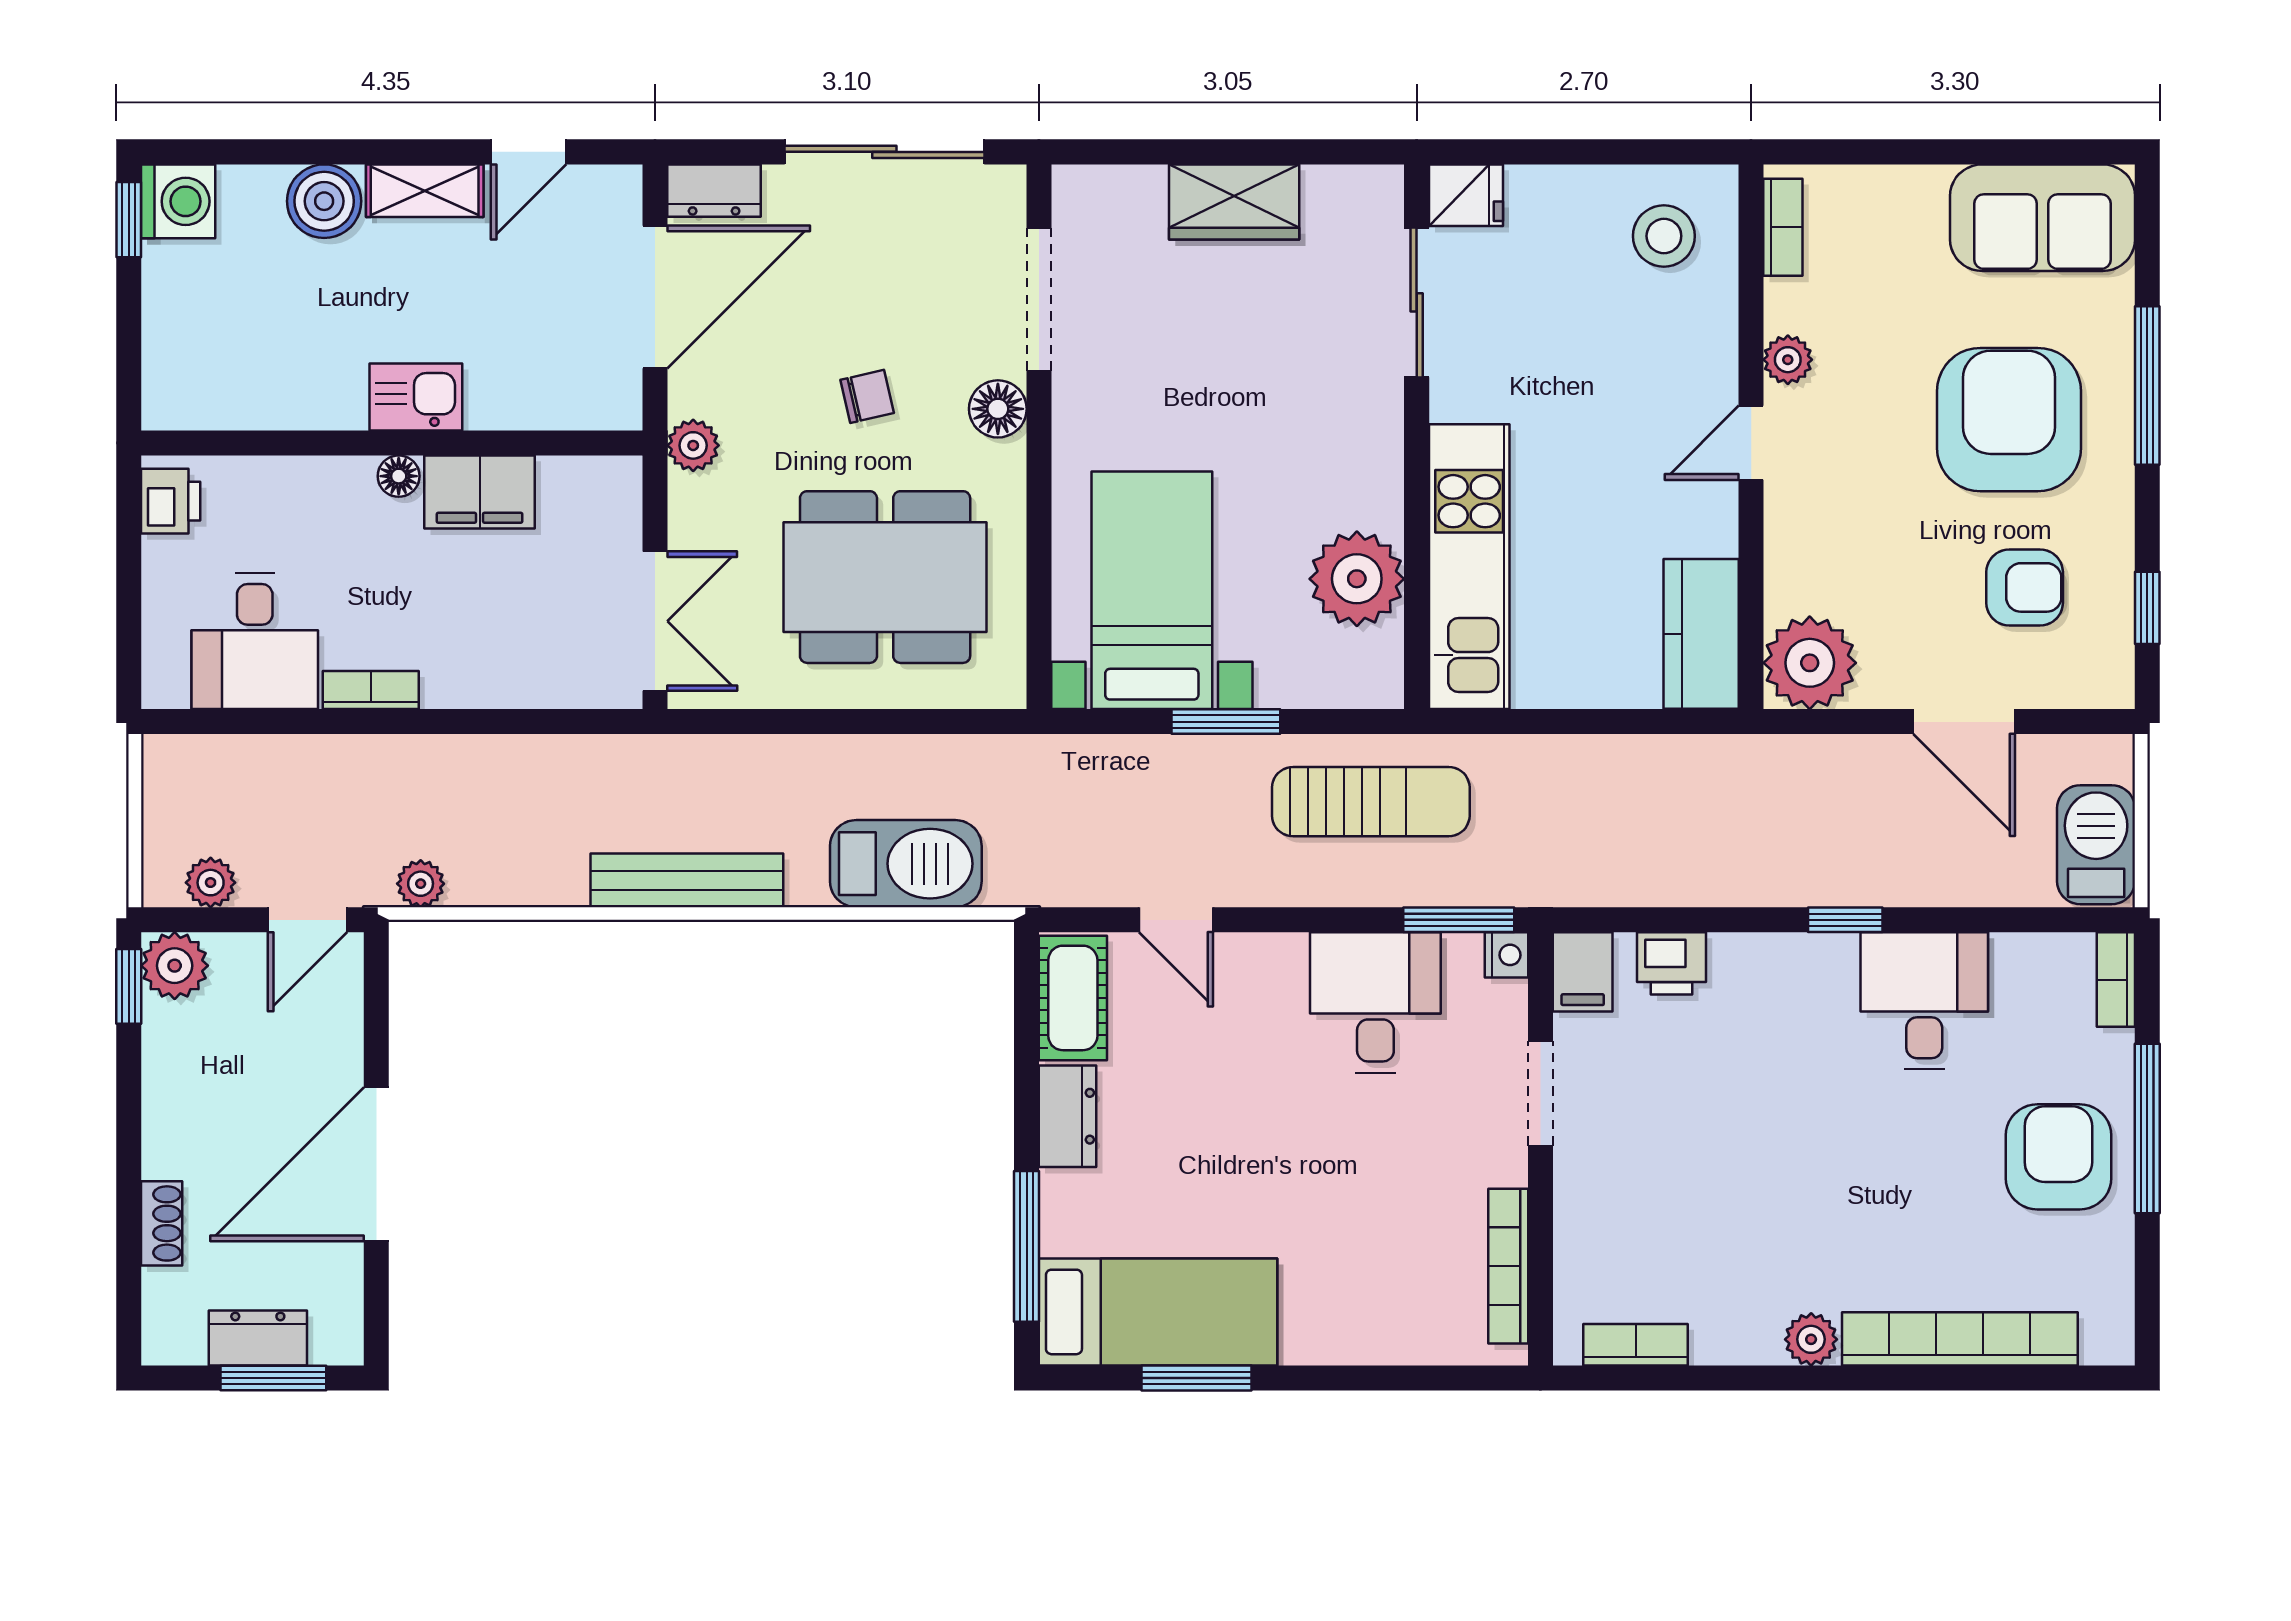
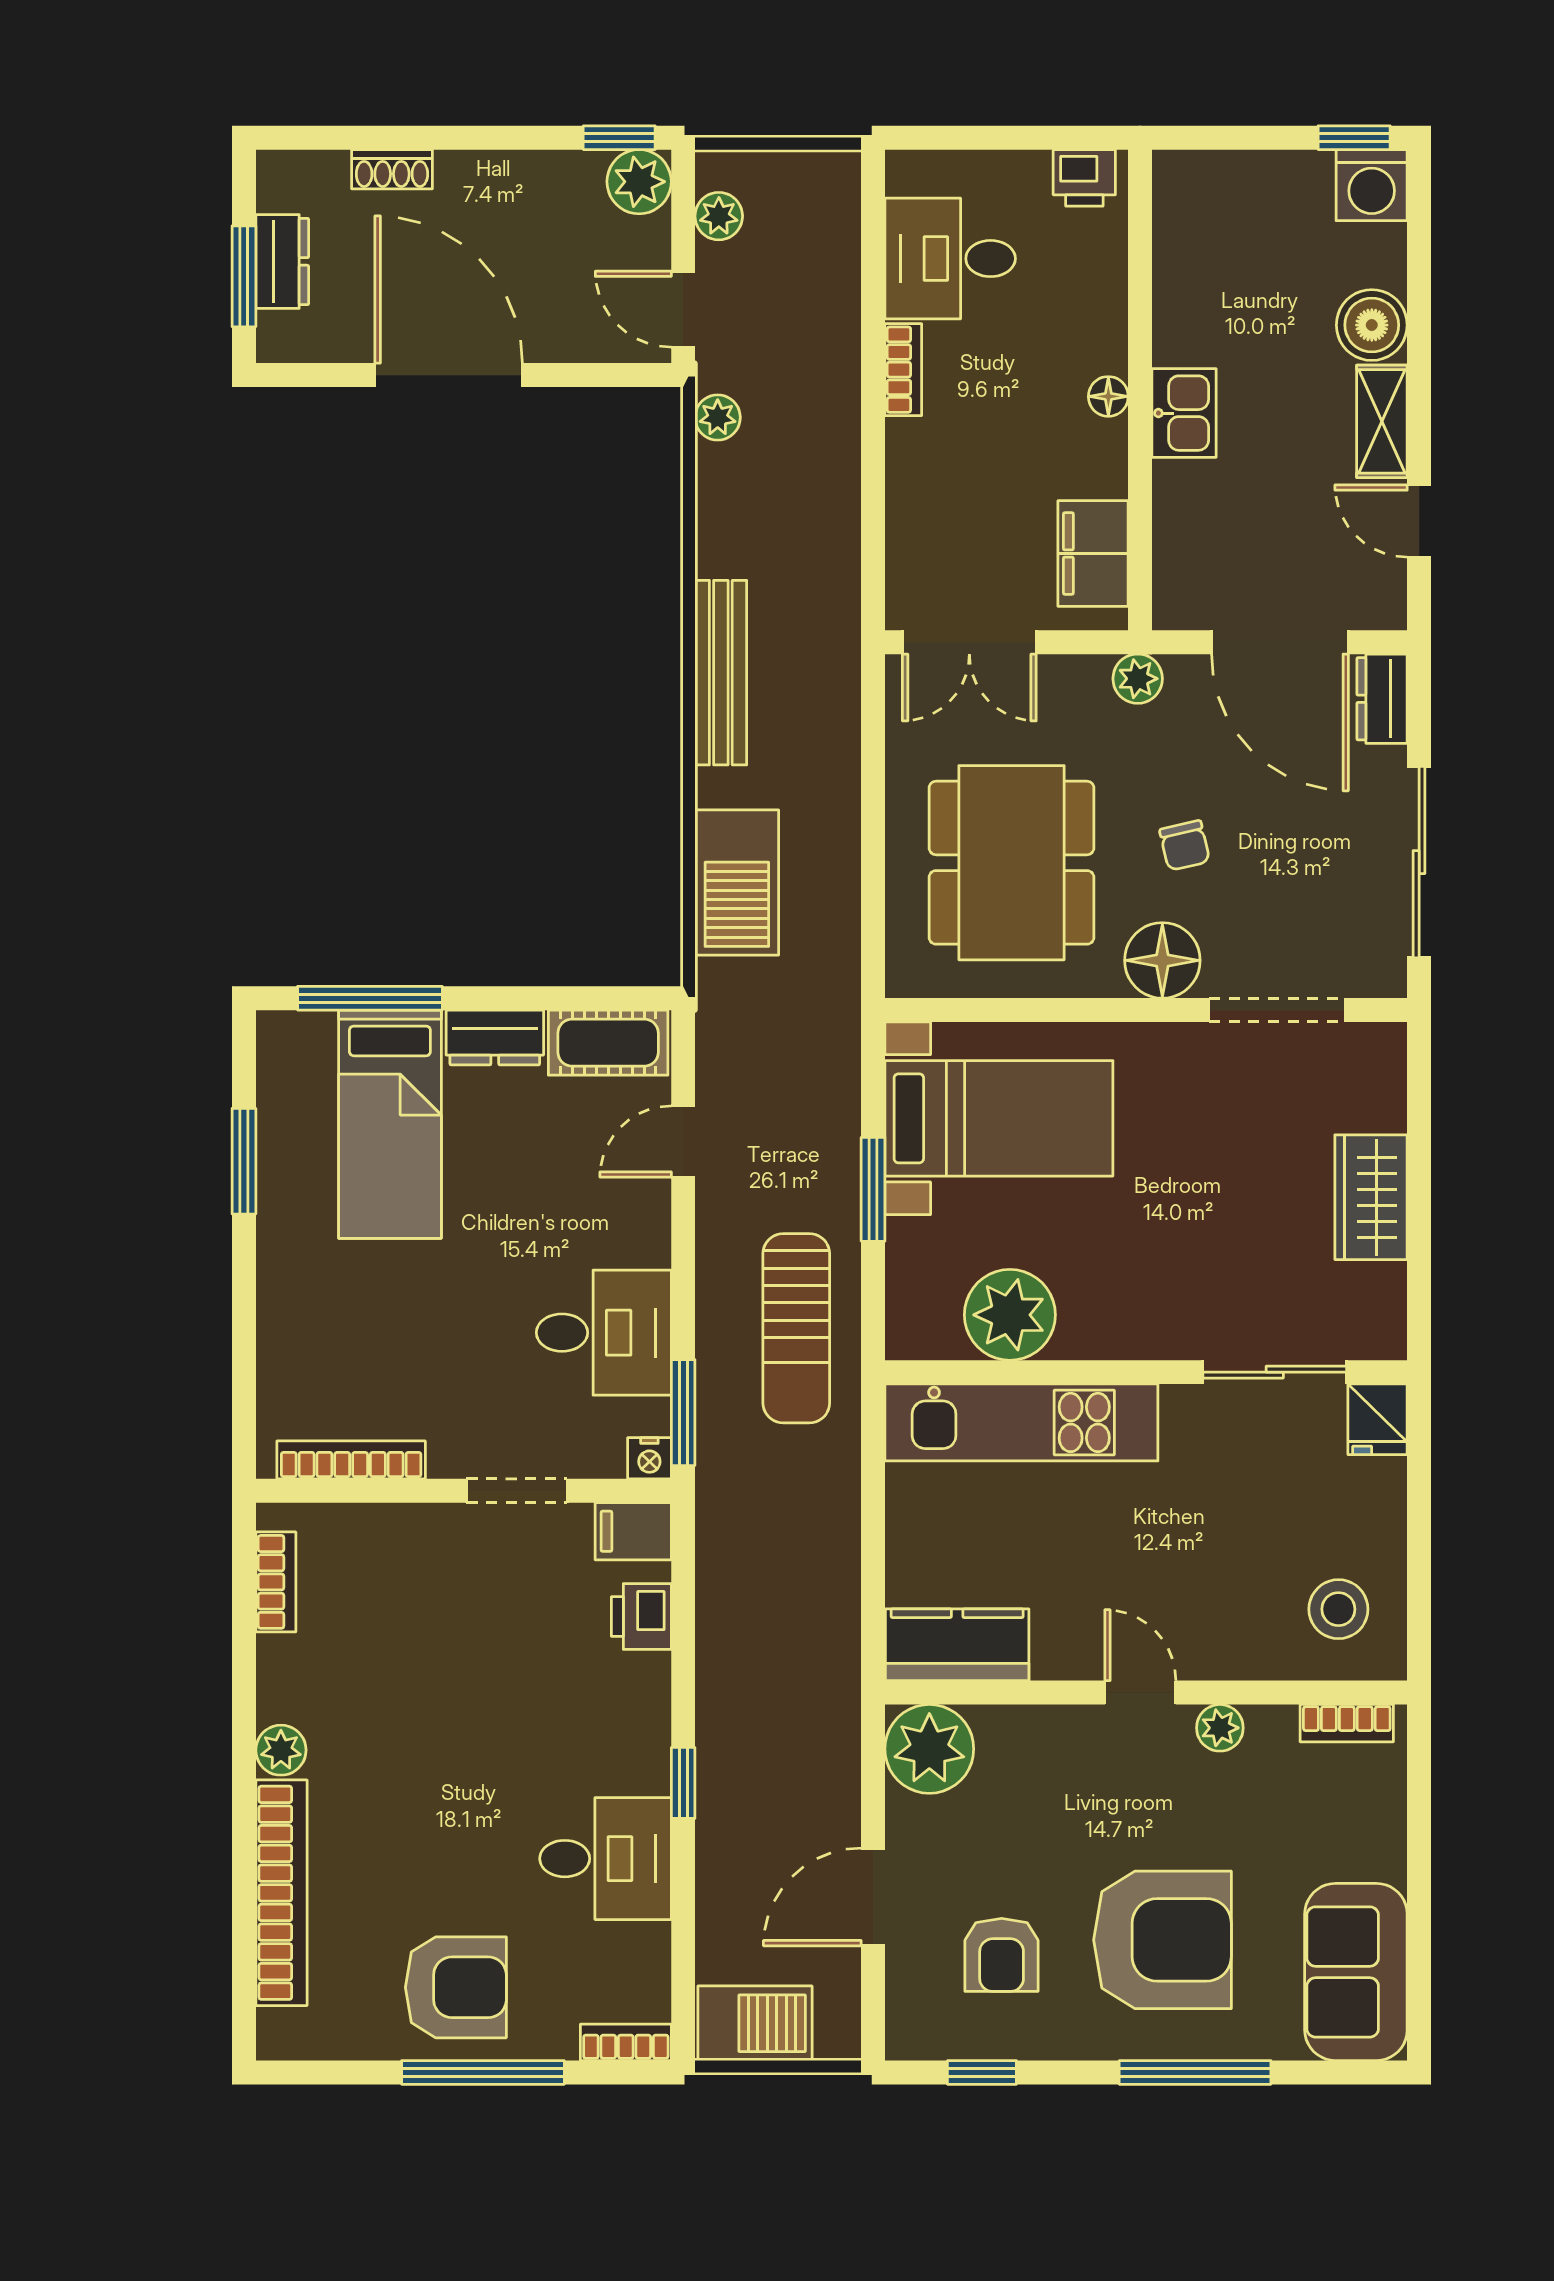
floor lamp: (998, 409) -> (1162, 960), width x1.38, depth x1.38
filing cabinet: (480, 492) -> (1093, 554), moved
bed: (1158, 1312) -> (390, 1124), moved

